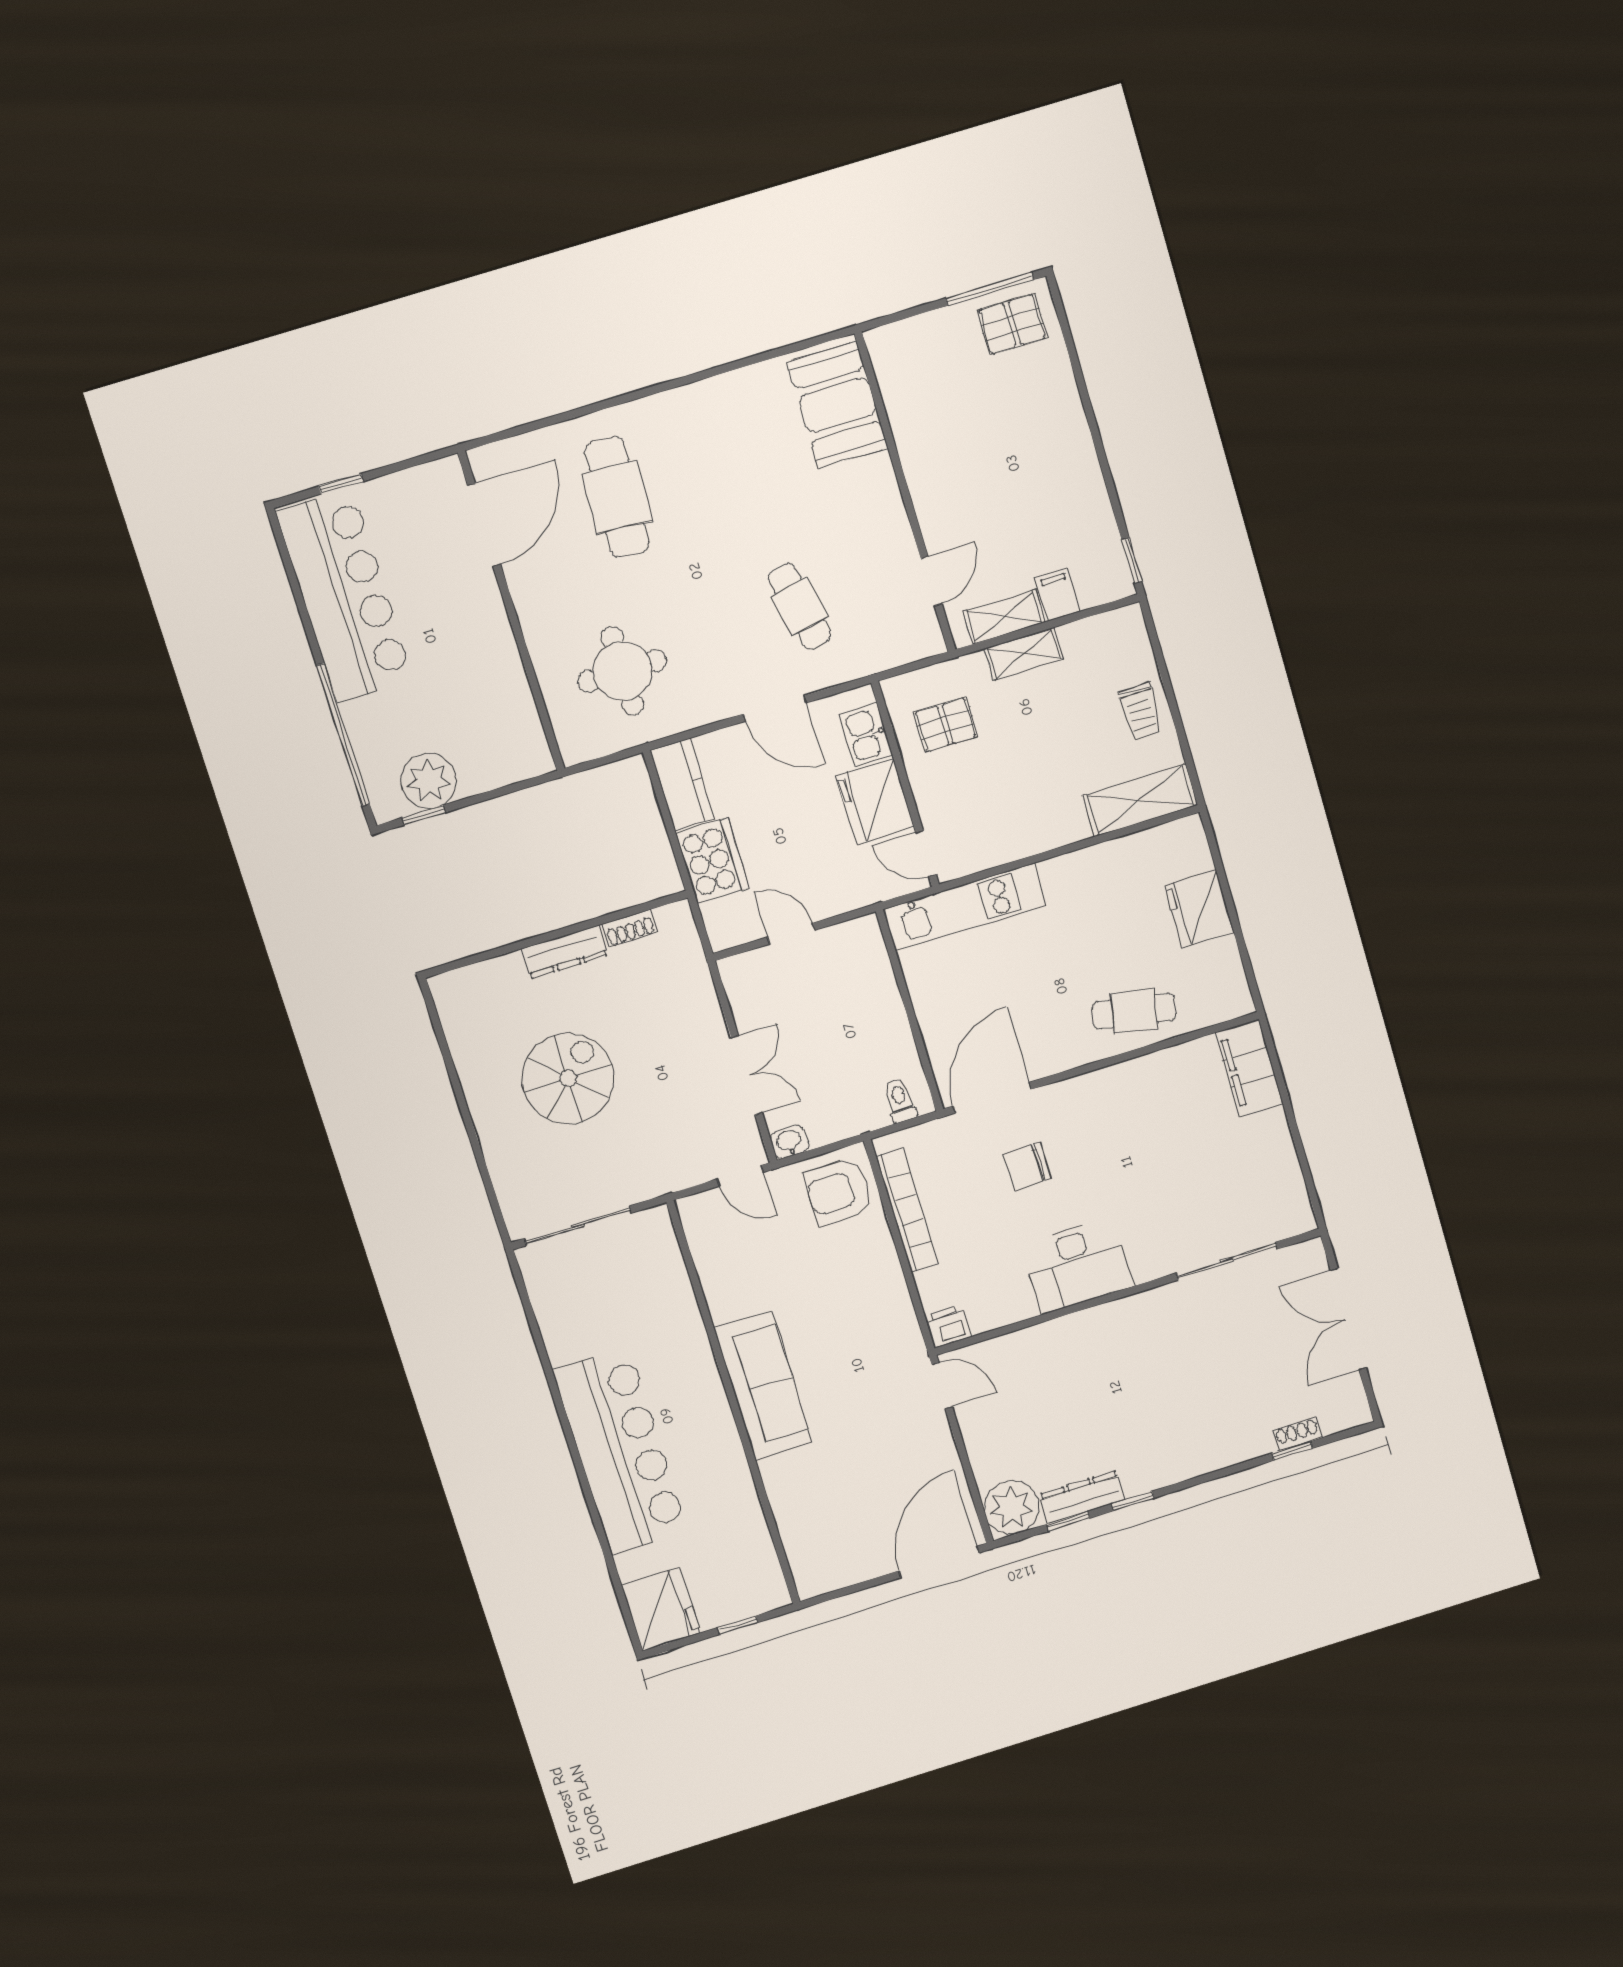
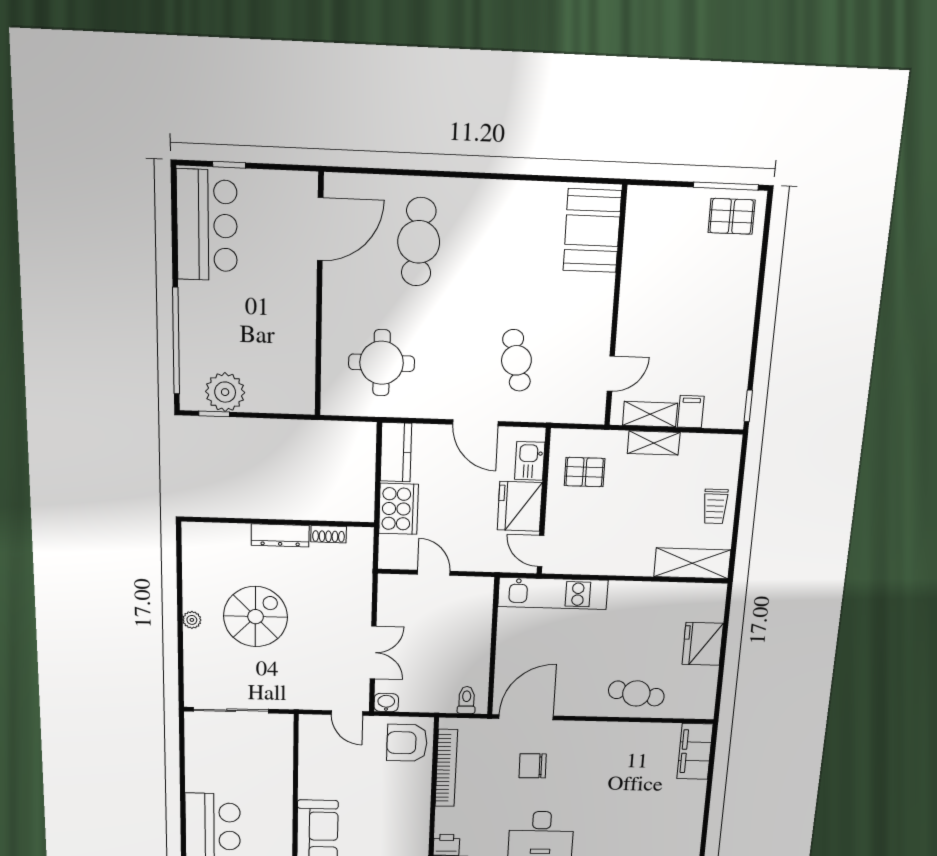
bar counter: (345, 596) -> (207, 225), width x0.73
plant: (483, 1112) -> (192, 620), added

